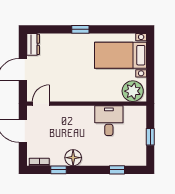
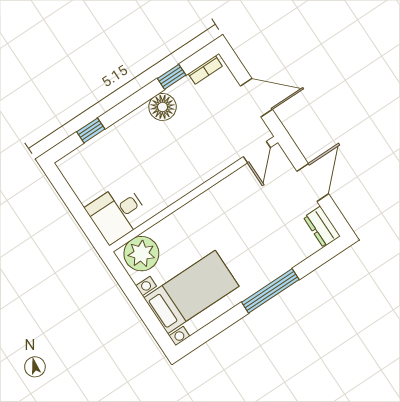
window: (80, 29) -> (270, 291), width x2.17
desk: (109, 121) -> (117, 213), moved, turned 90
window: (150, 137) -> (75, 207), removed

